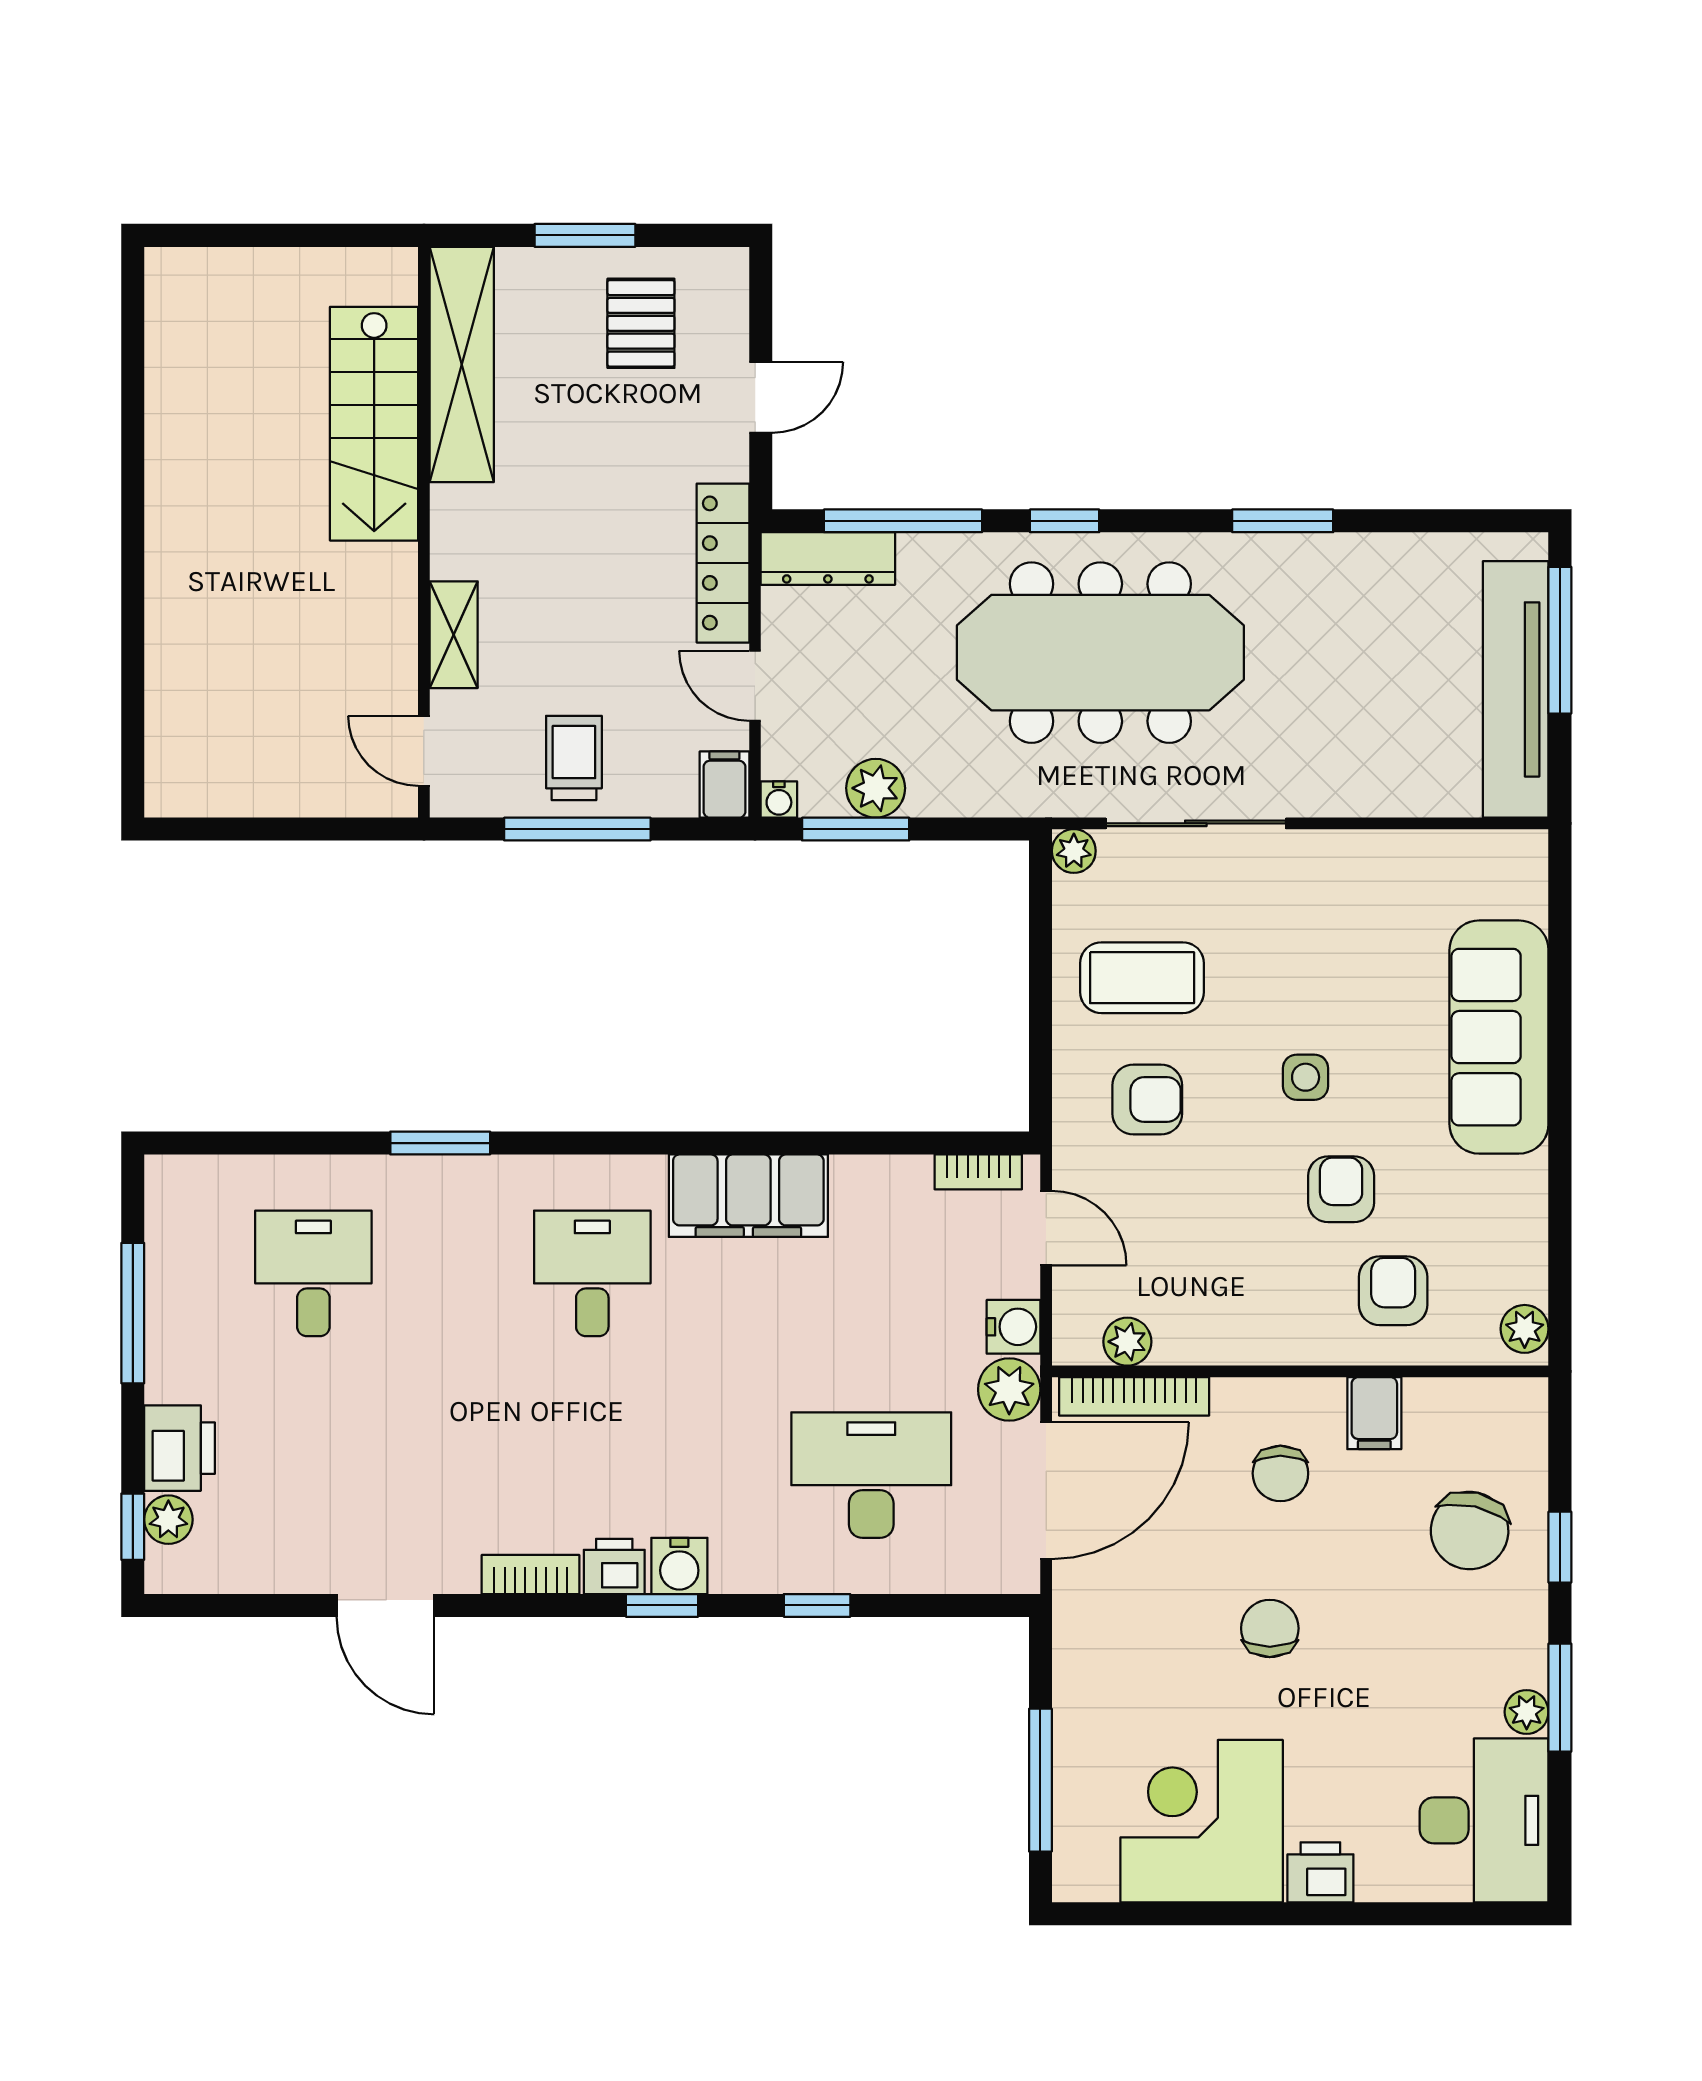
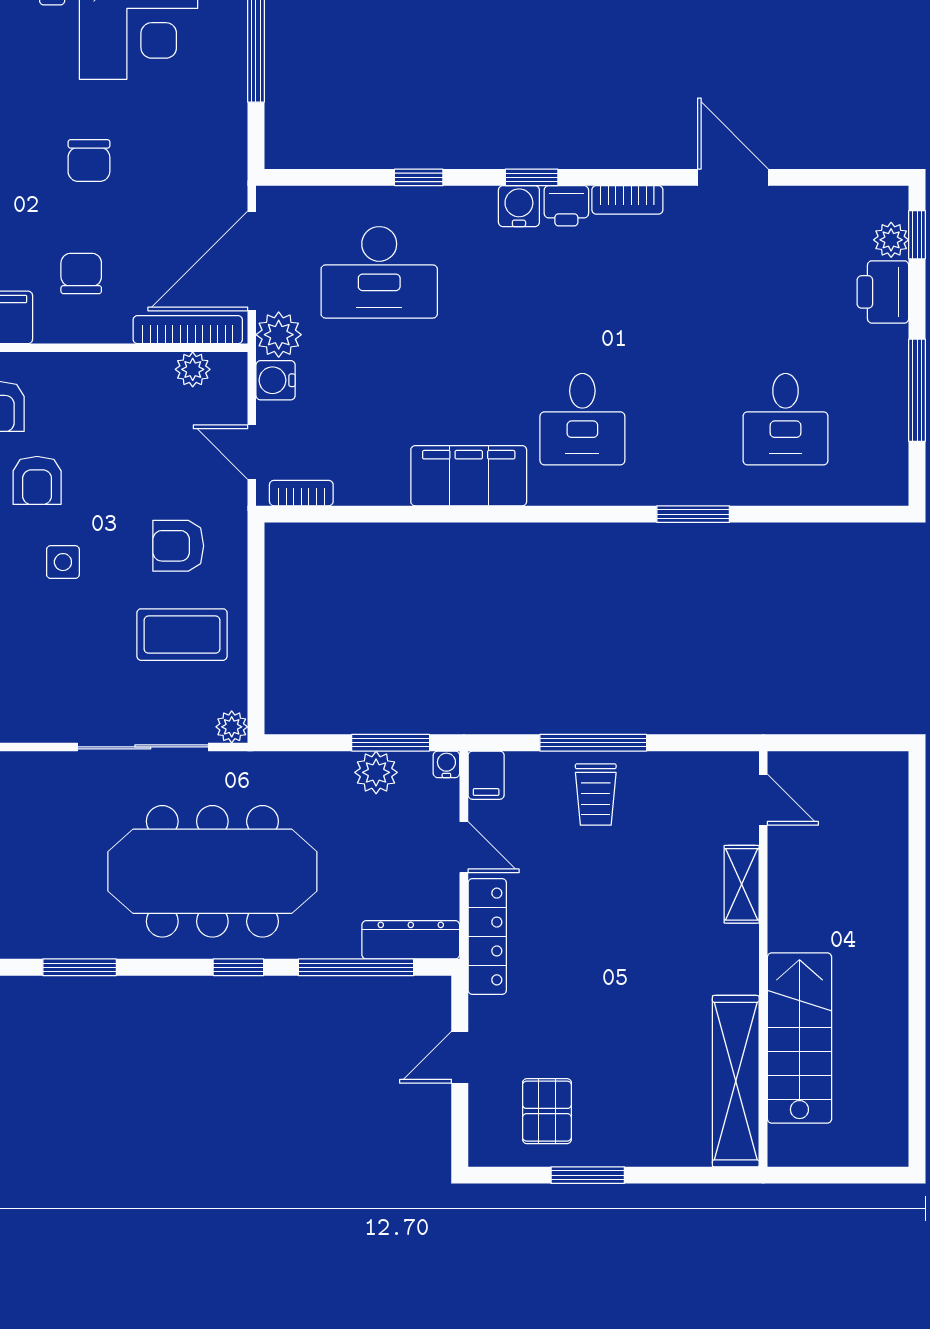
shelving: (462, 364) -> (736, 1081), moved
stairs: (374, 424) -> (799, 1038), moved
wall: (424, 532) -> (763, 959), moved
shelving: (454, 635) -> (742, 884), moved
door: (424, 751) -> (763, 800), moved

